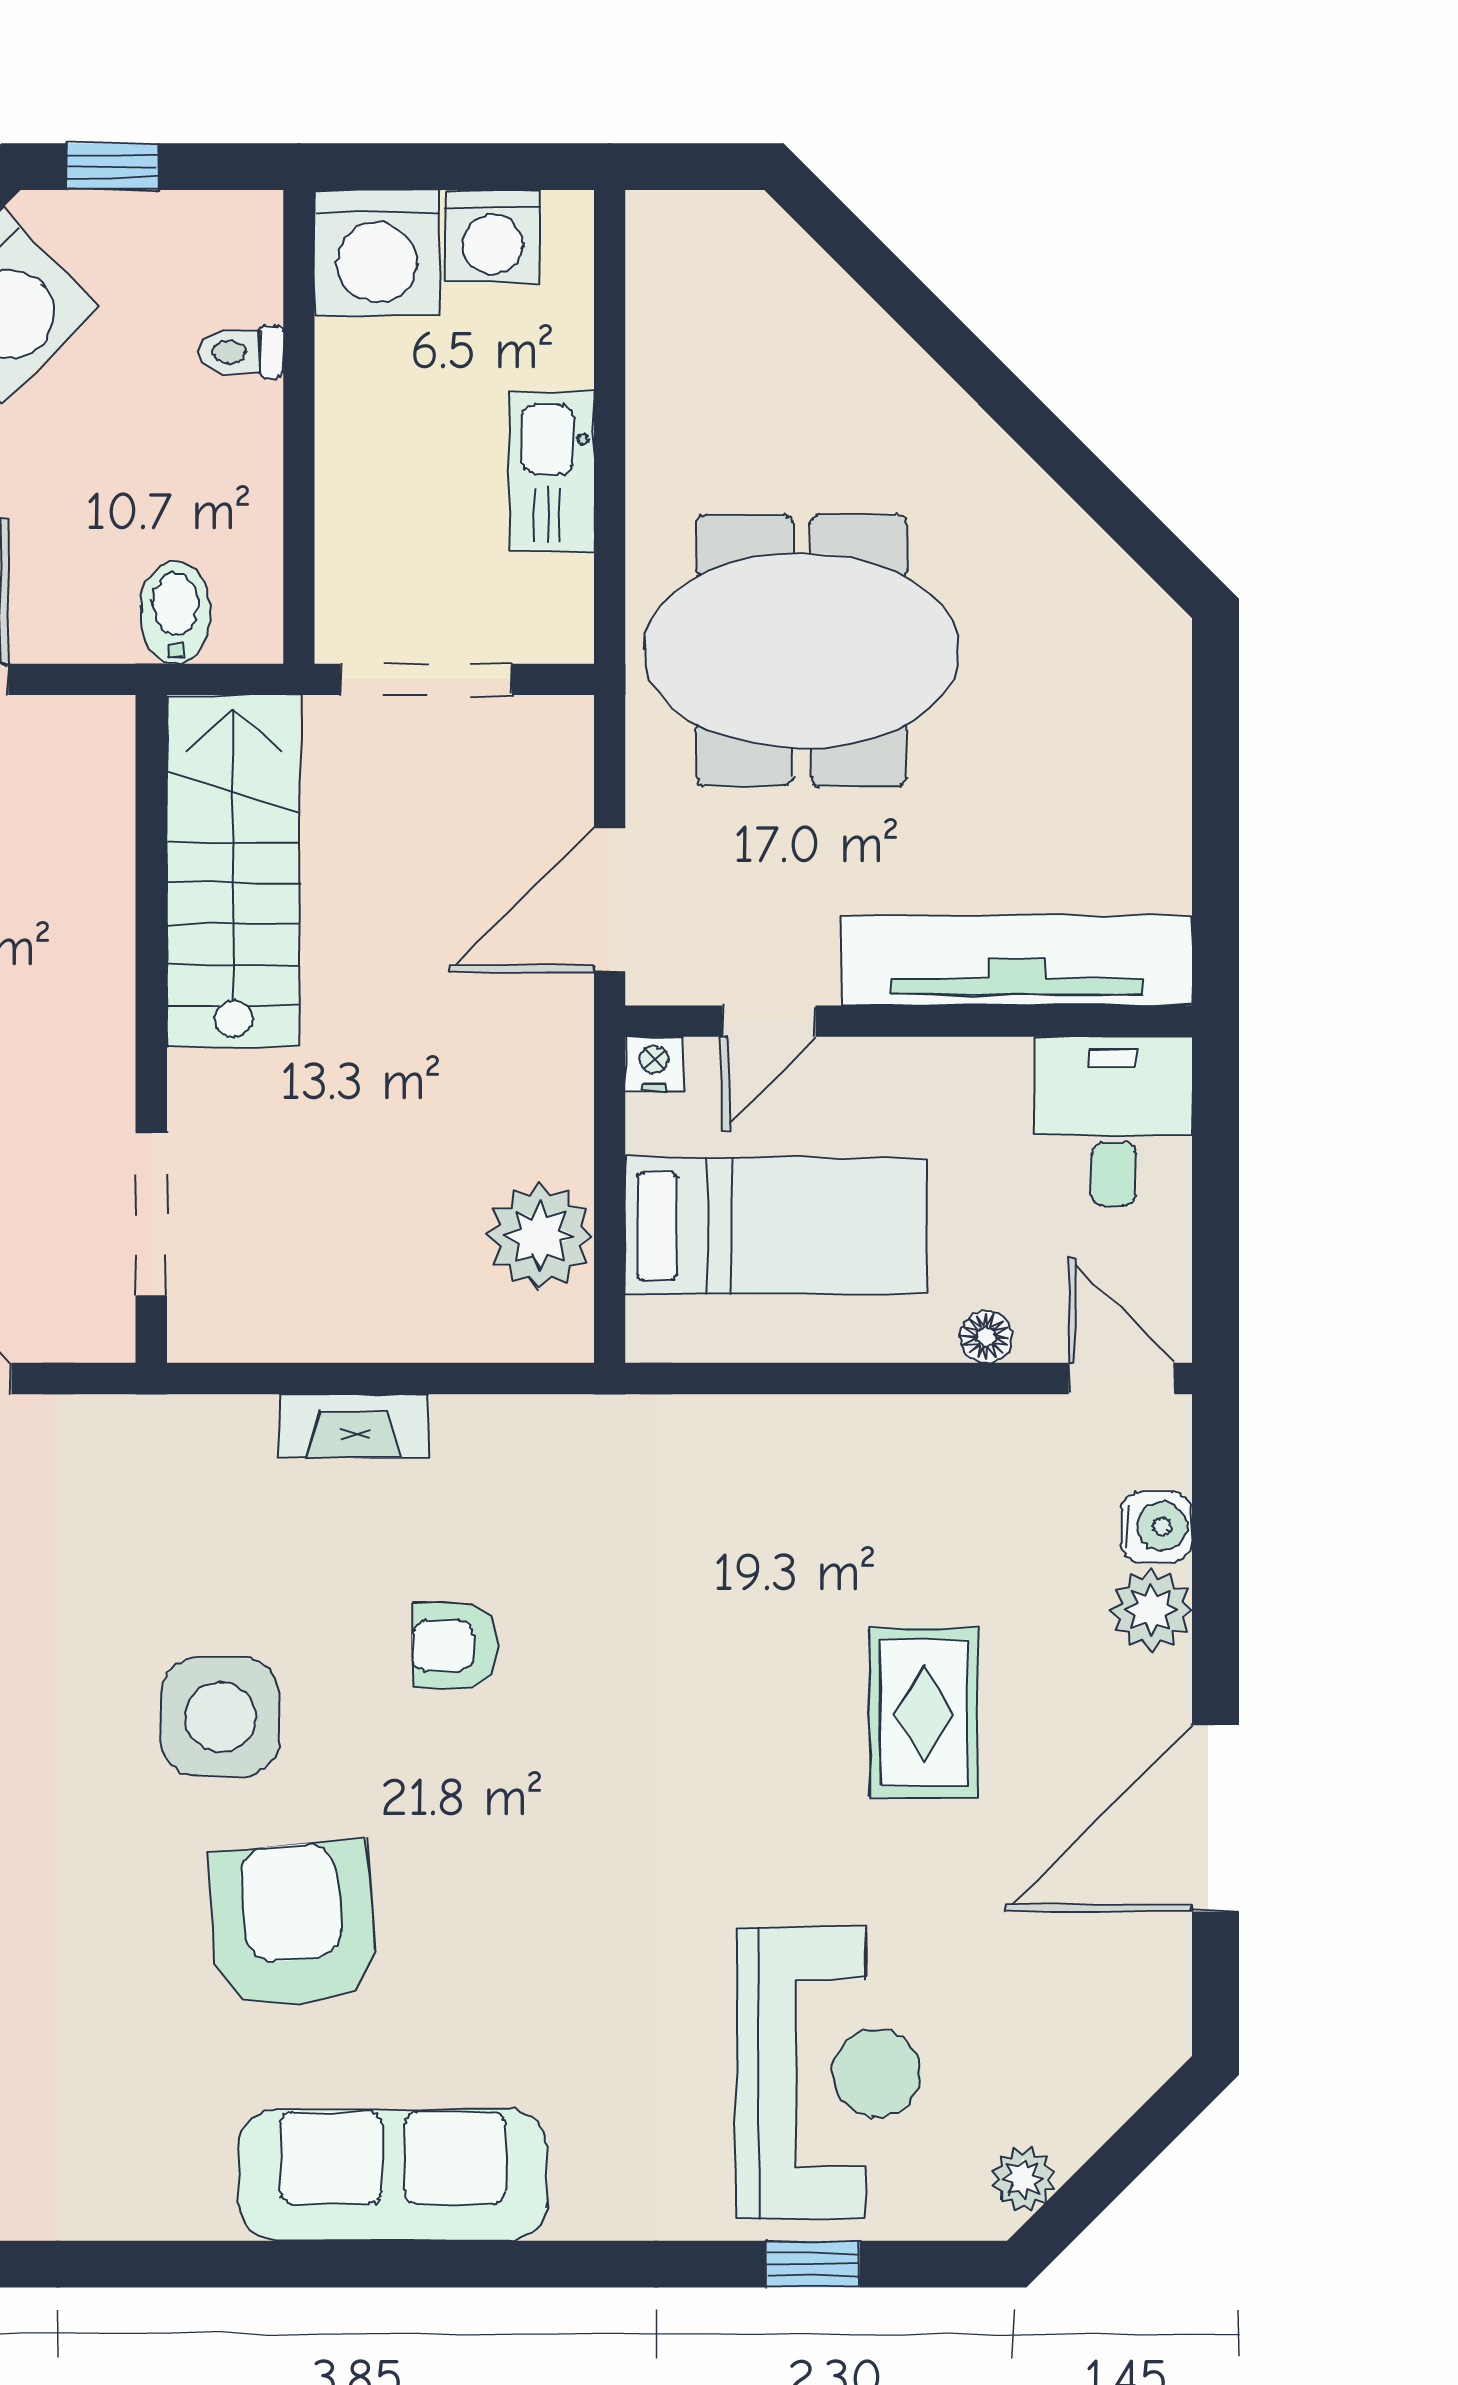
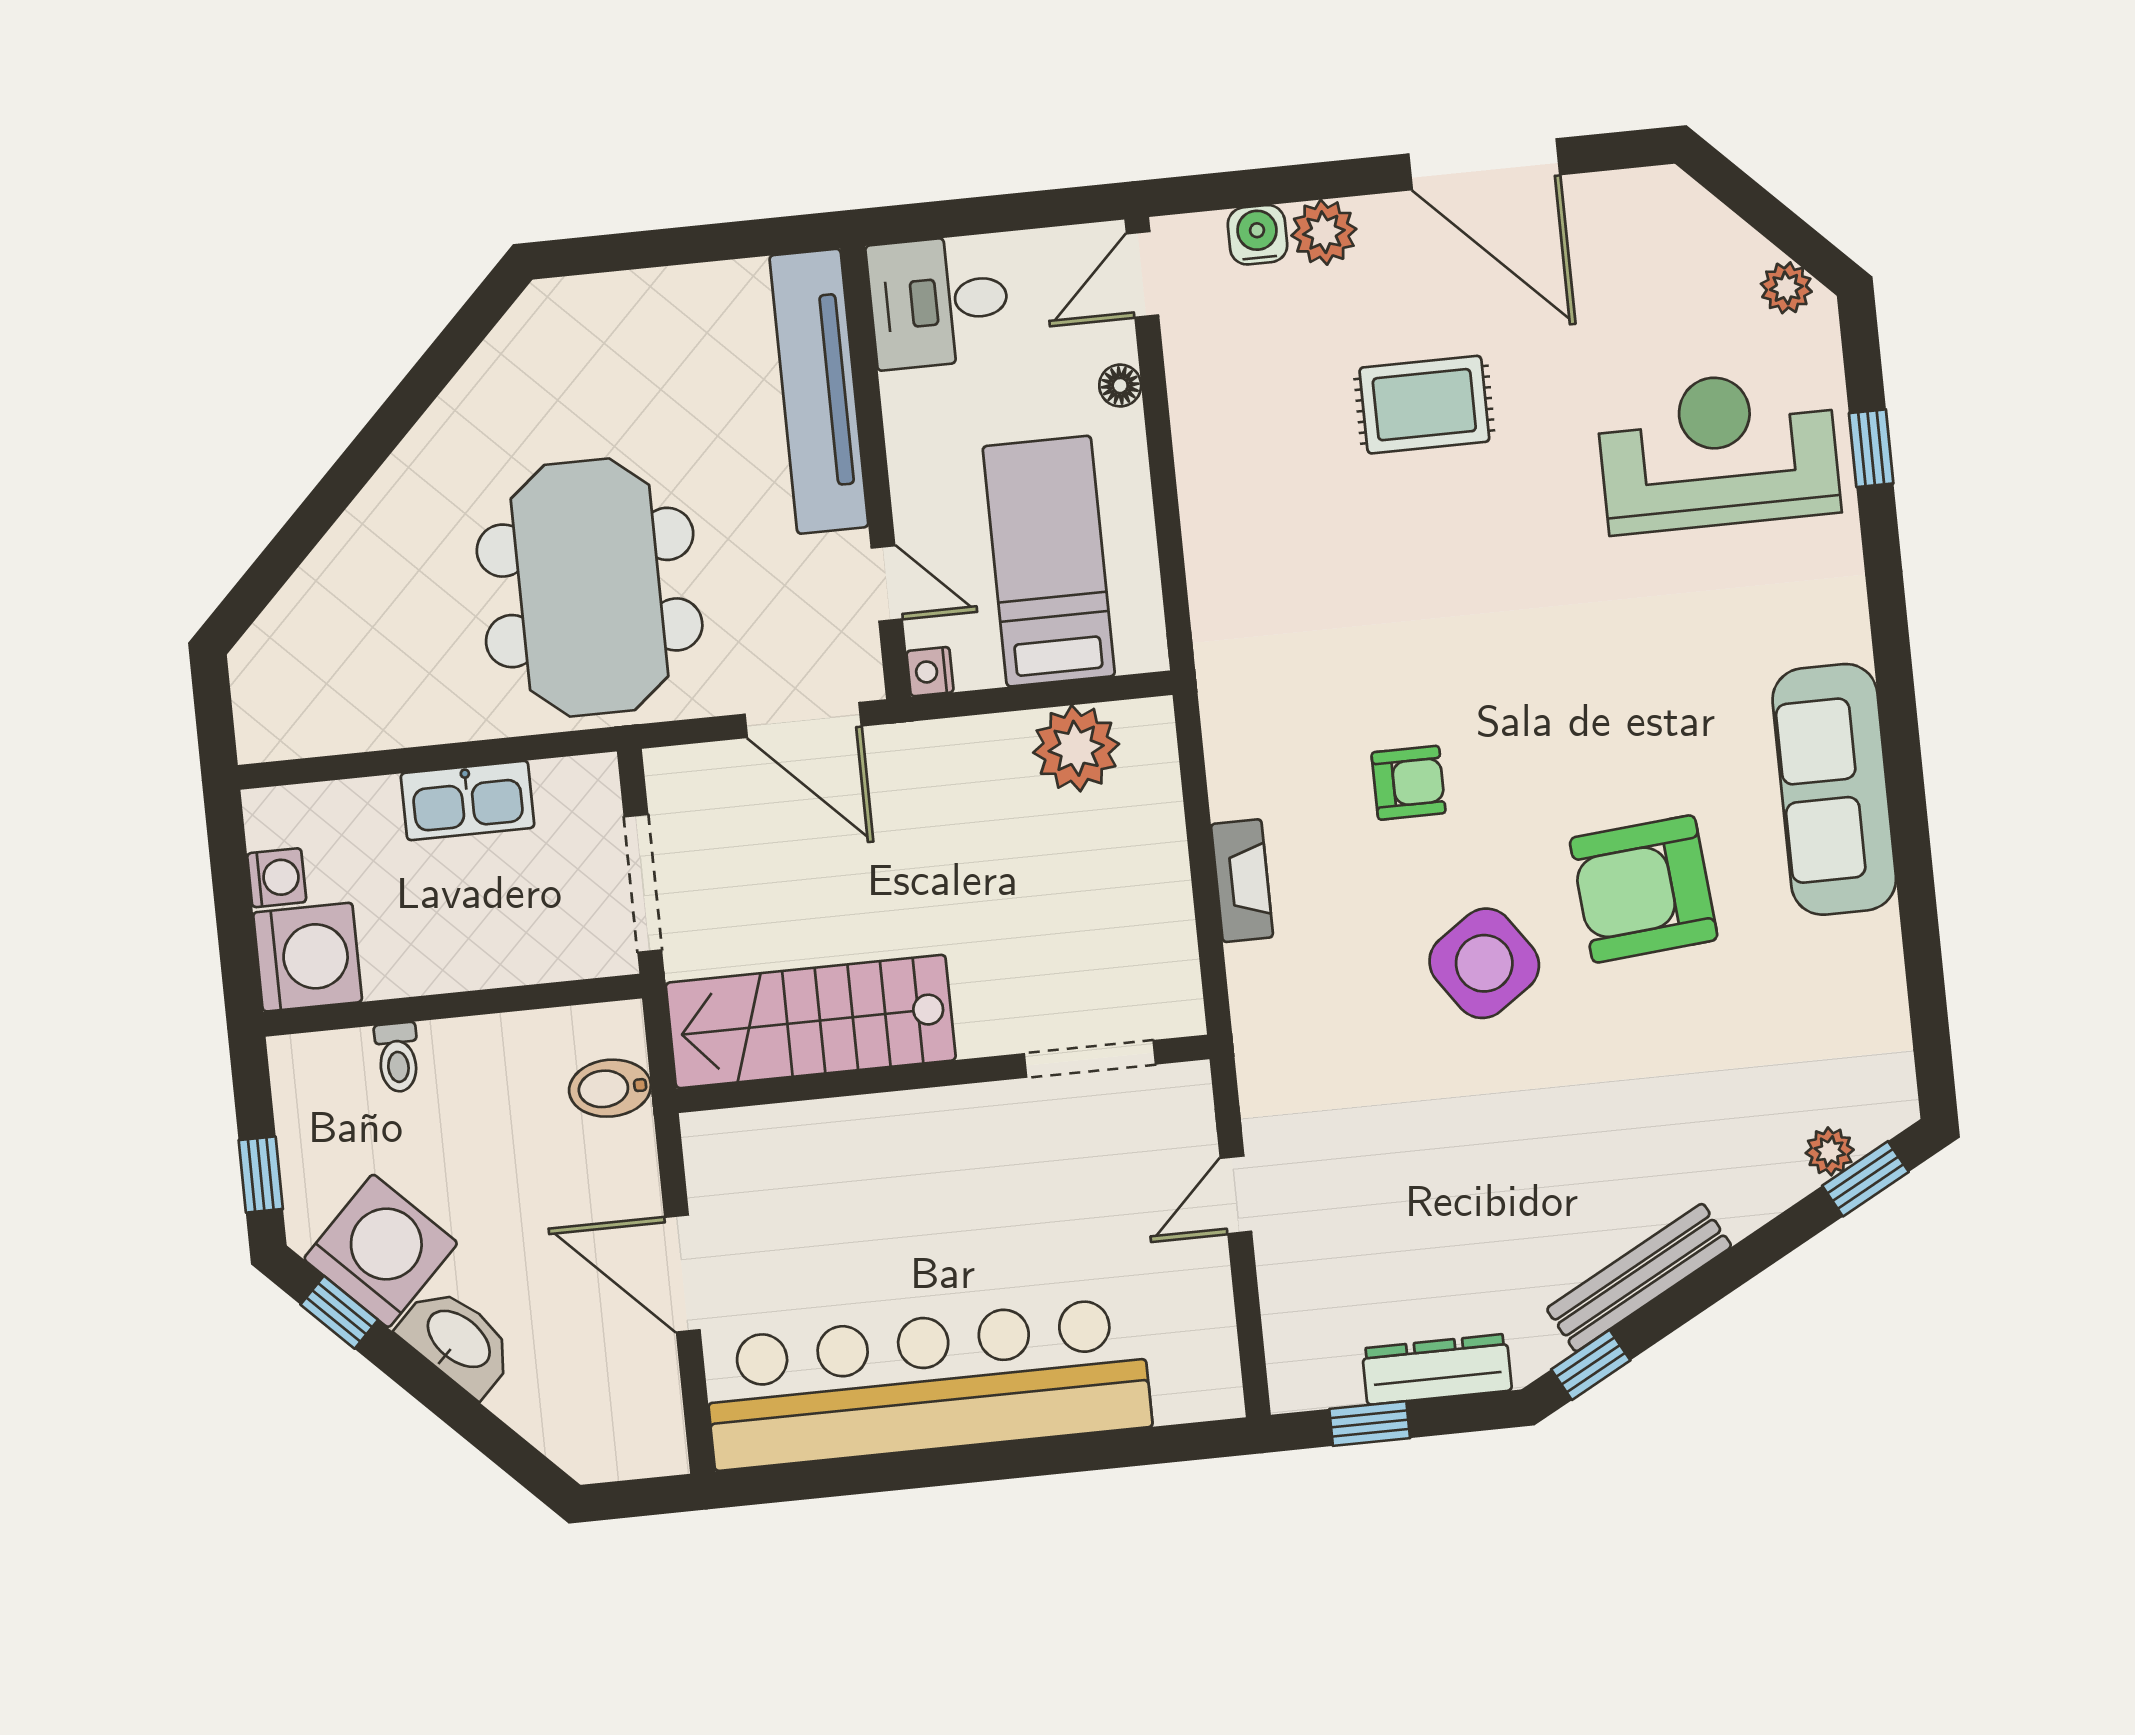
washing machine: (493, 237) -> (277, 878), width x0.73, depth x0.73
armchair: (455, 1646) -> (1409, 783), turned -90
side table: (220, 1717) -> (1484, 963), turned -35

